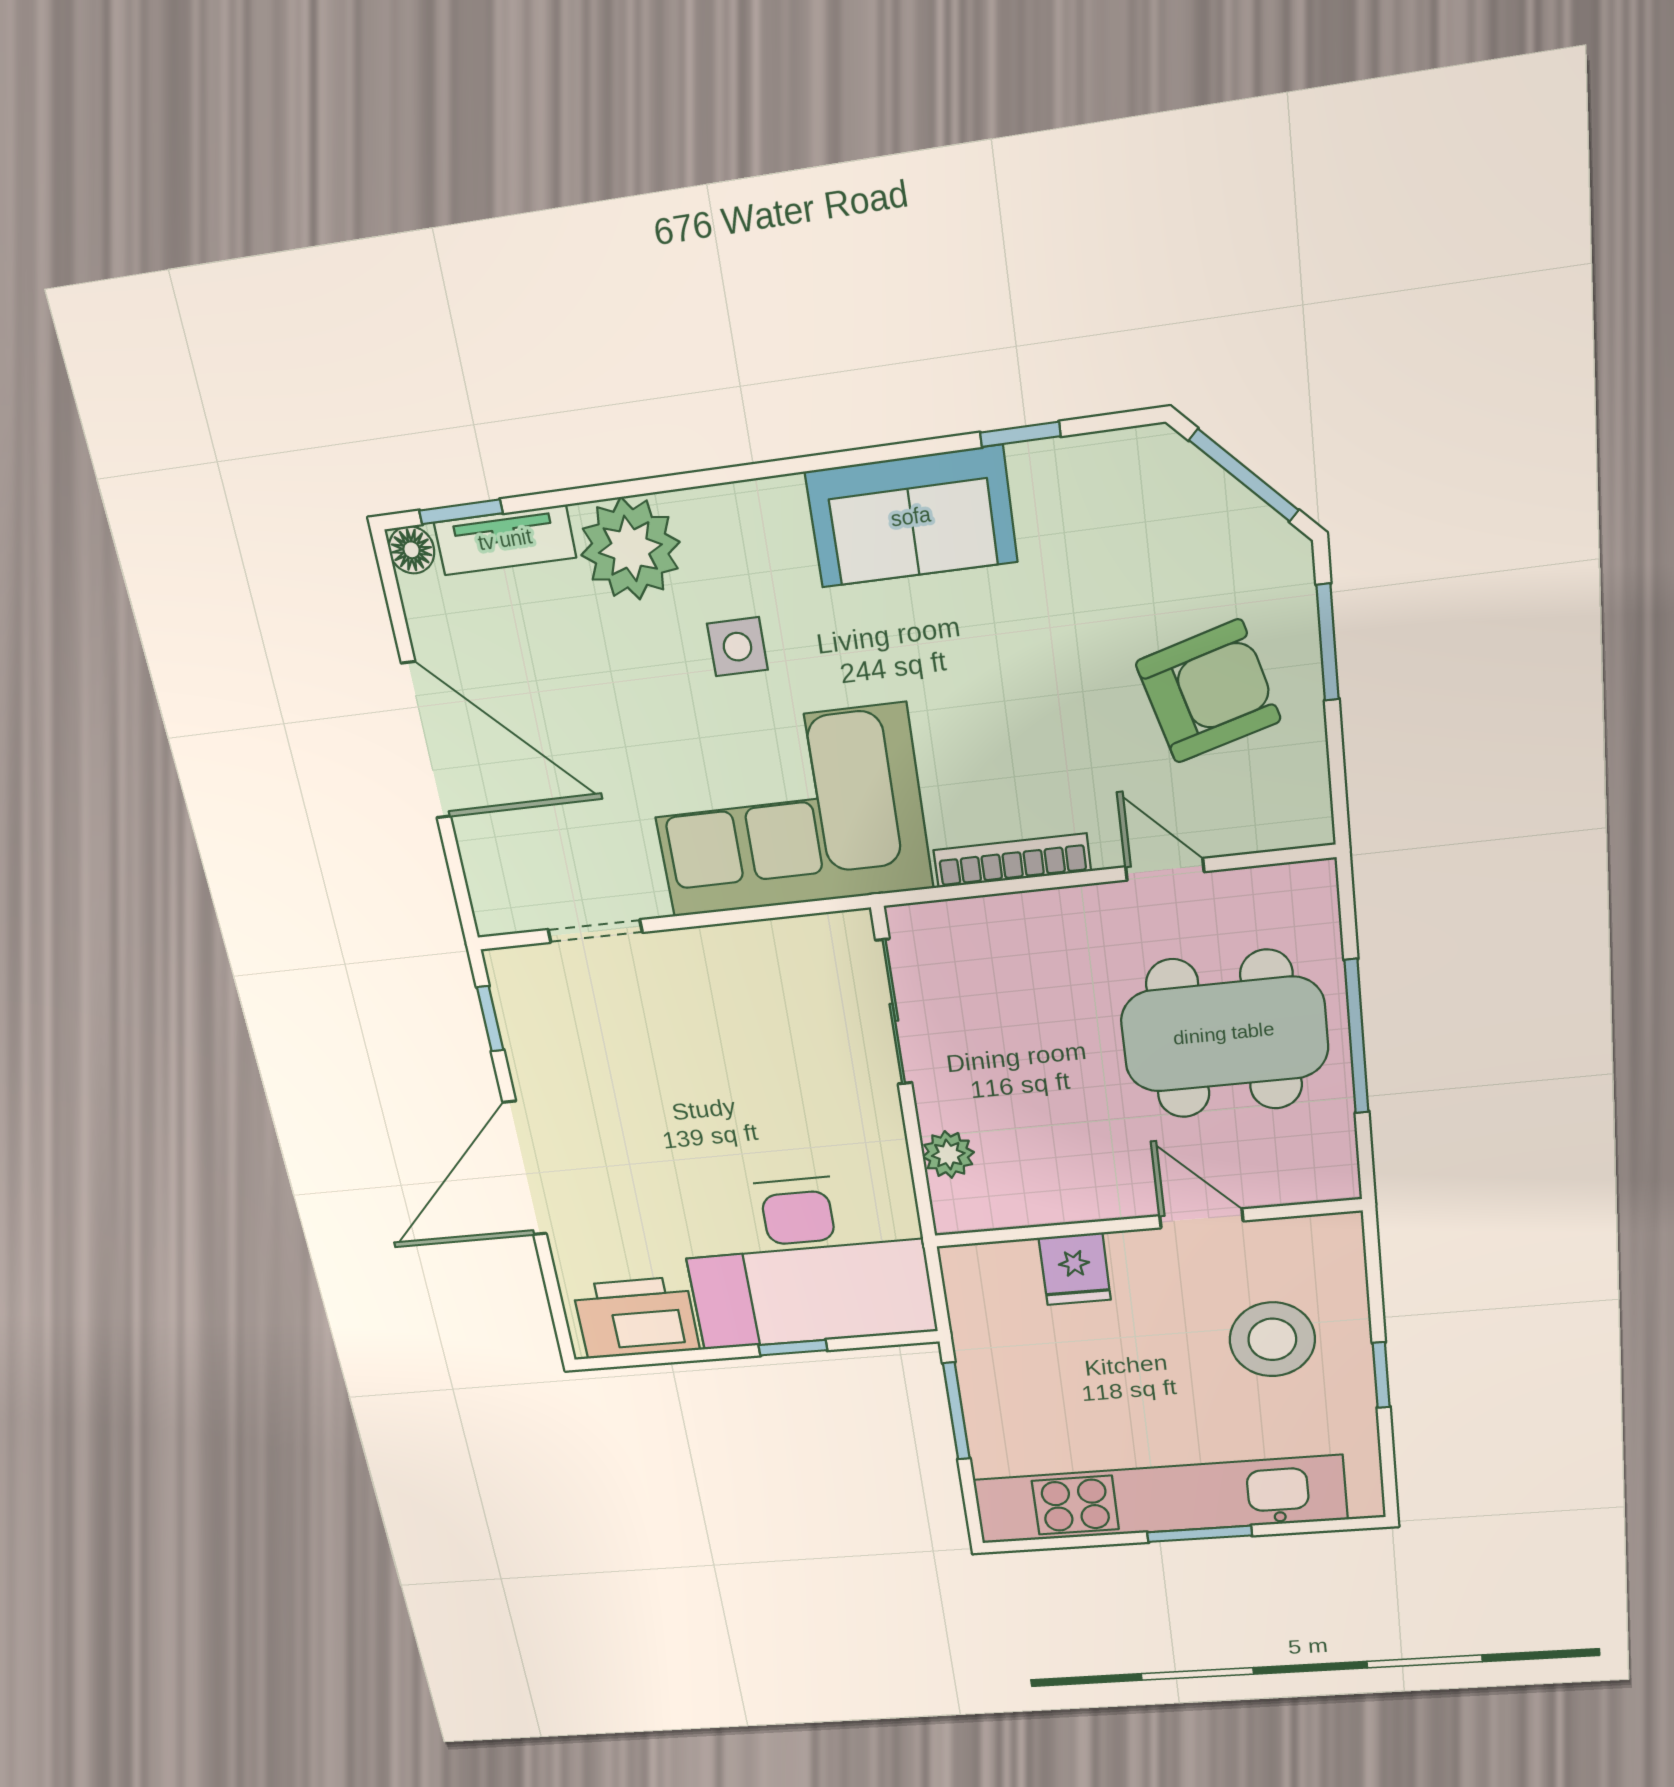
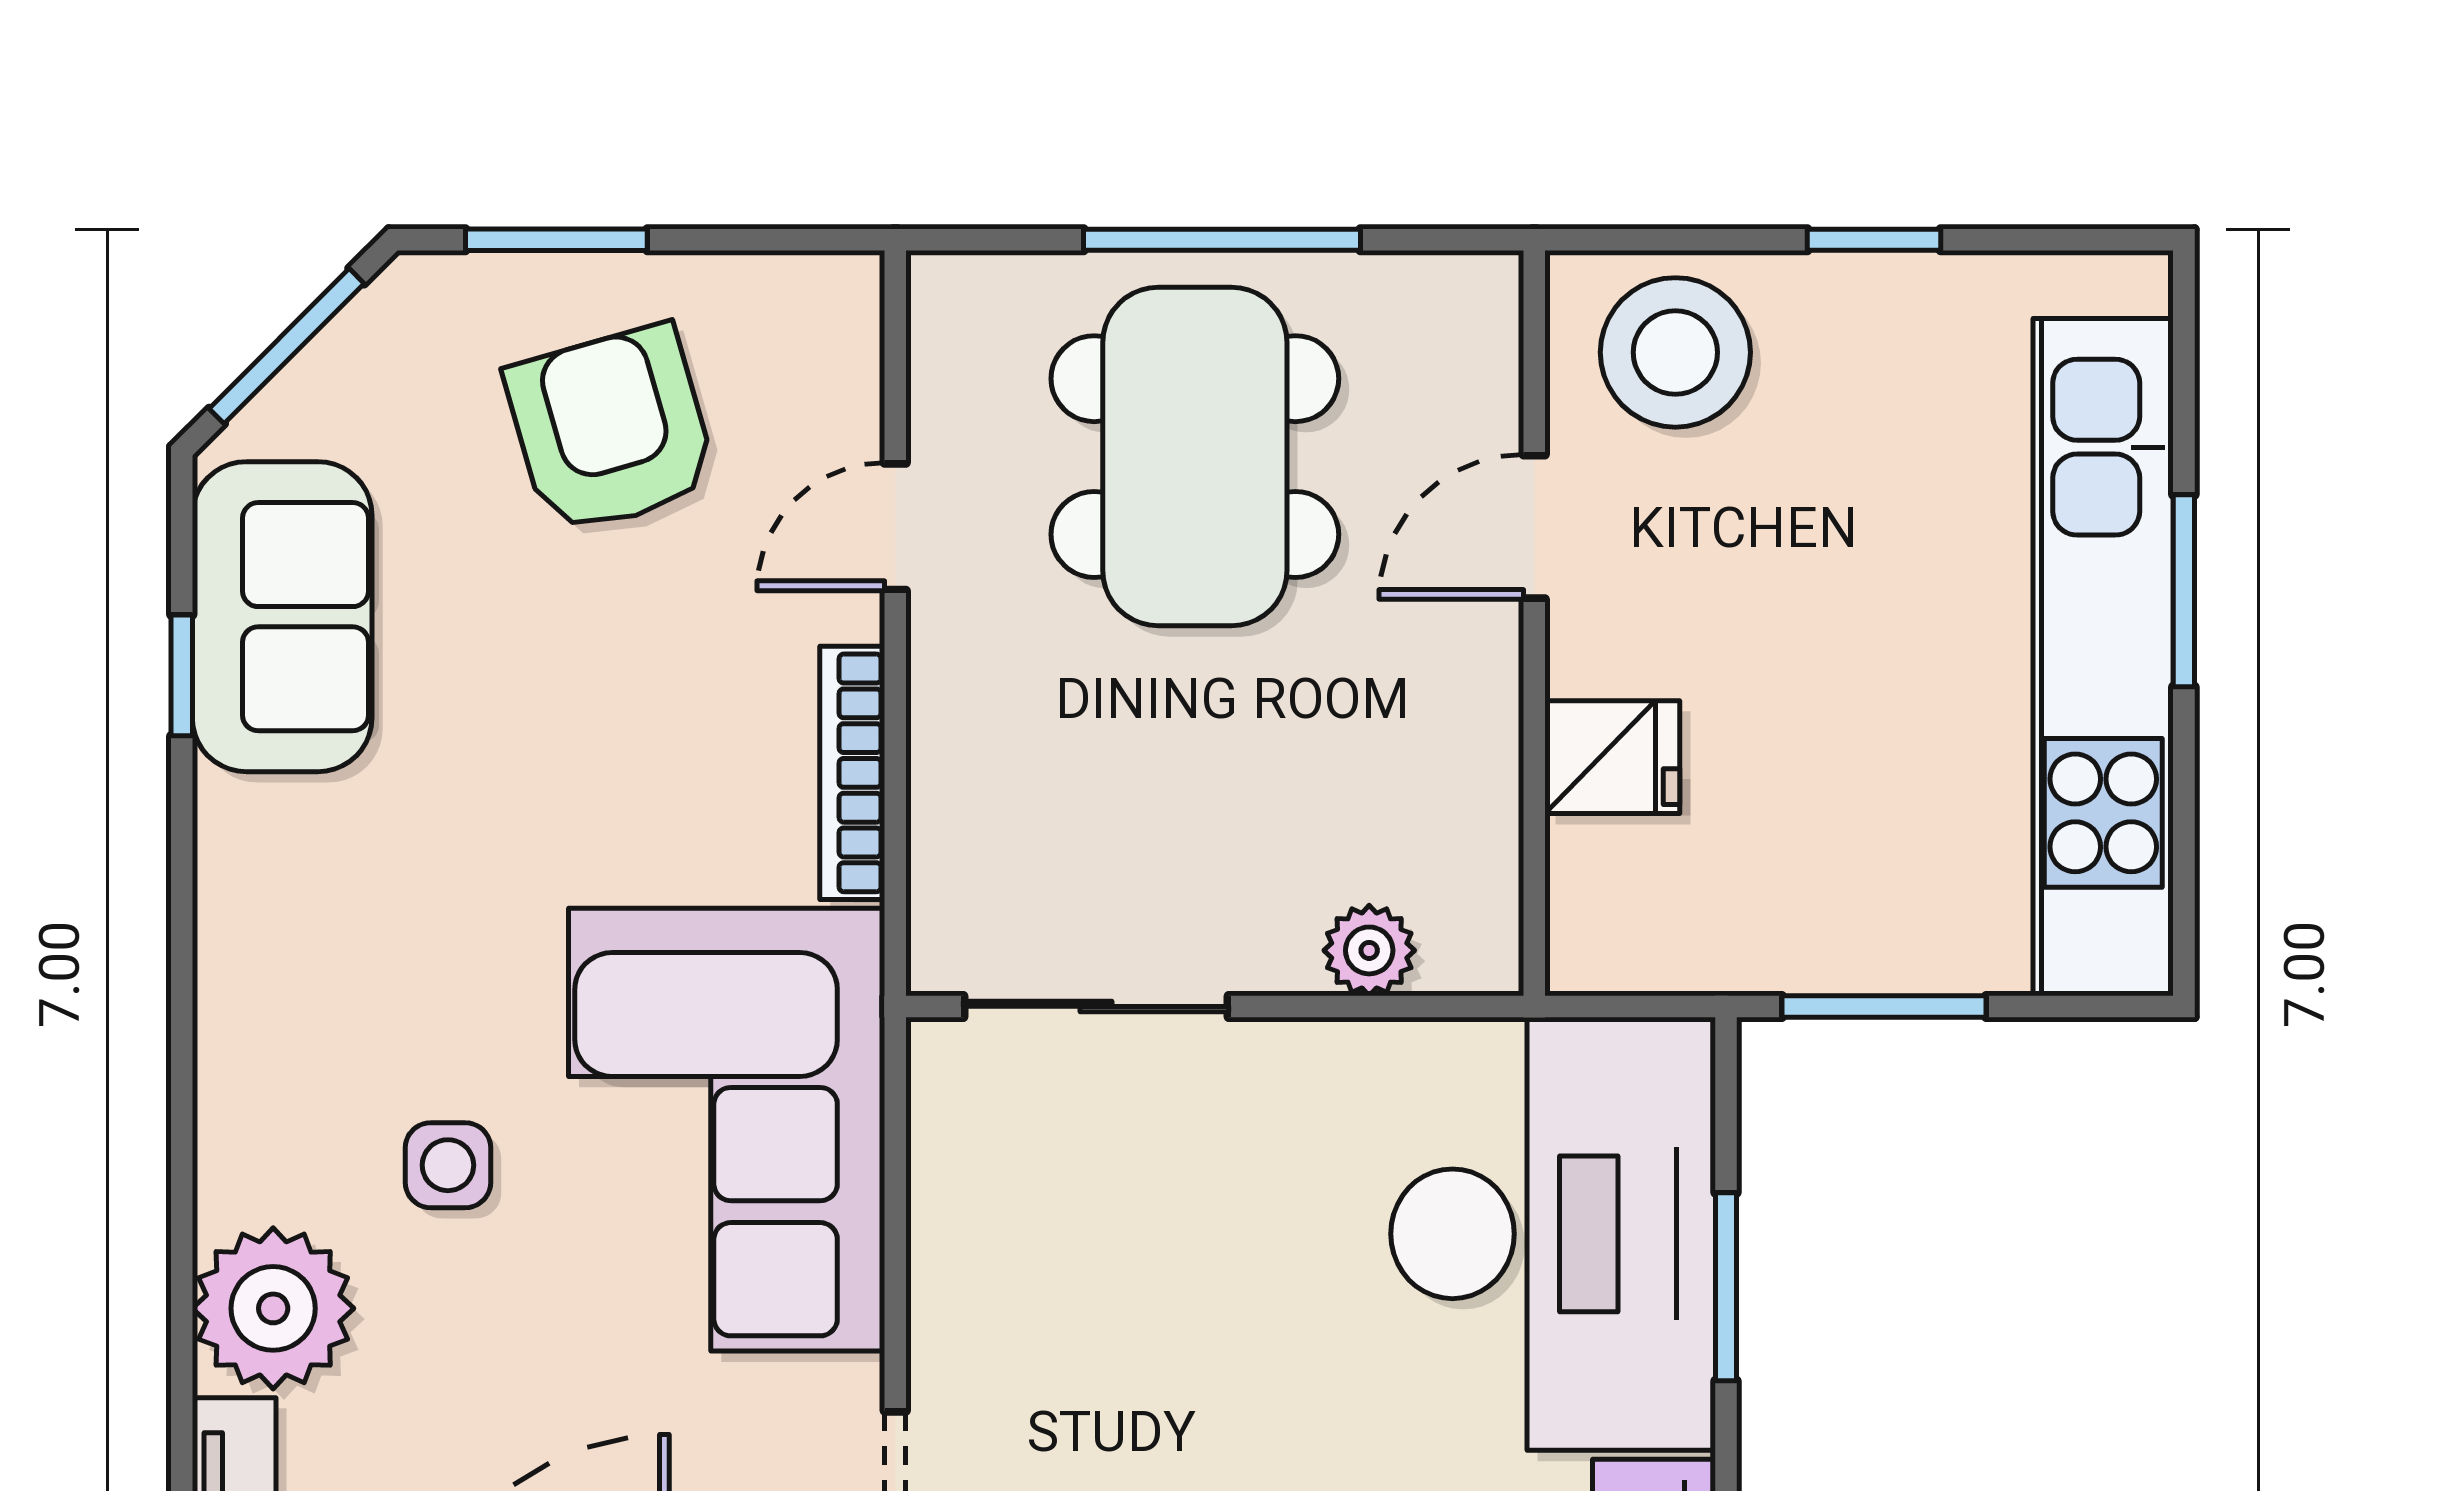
sofa: (911, 517) -> (282, 617), moved
stool: (1272, 1339) -> (1675, 352), moved
window: (793, 1348) -> (1726, 1287), width x1.50

